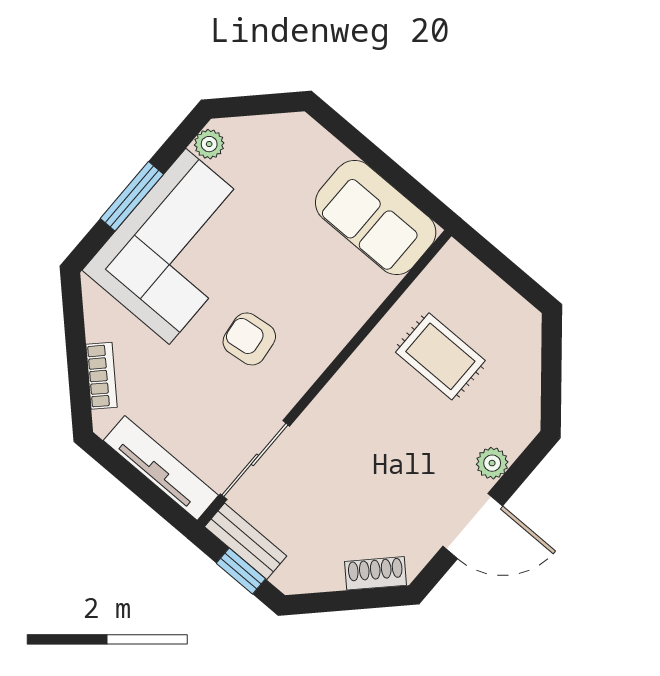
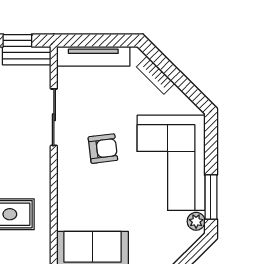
window: (132, 196) -> (211, 197), moved
sliding door: (255, 460) -> (54, 117), moved

